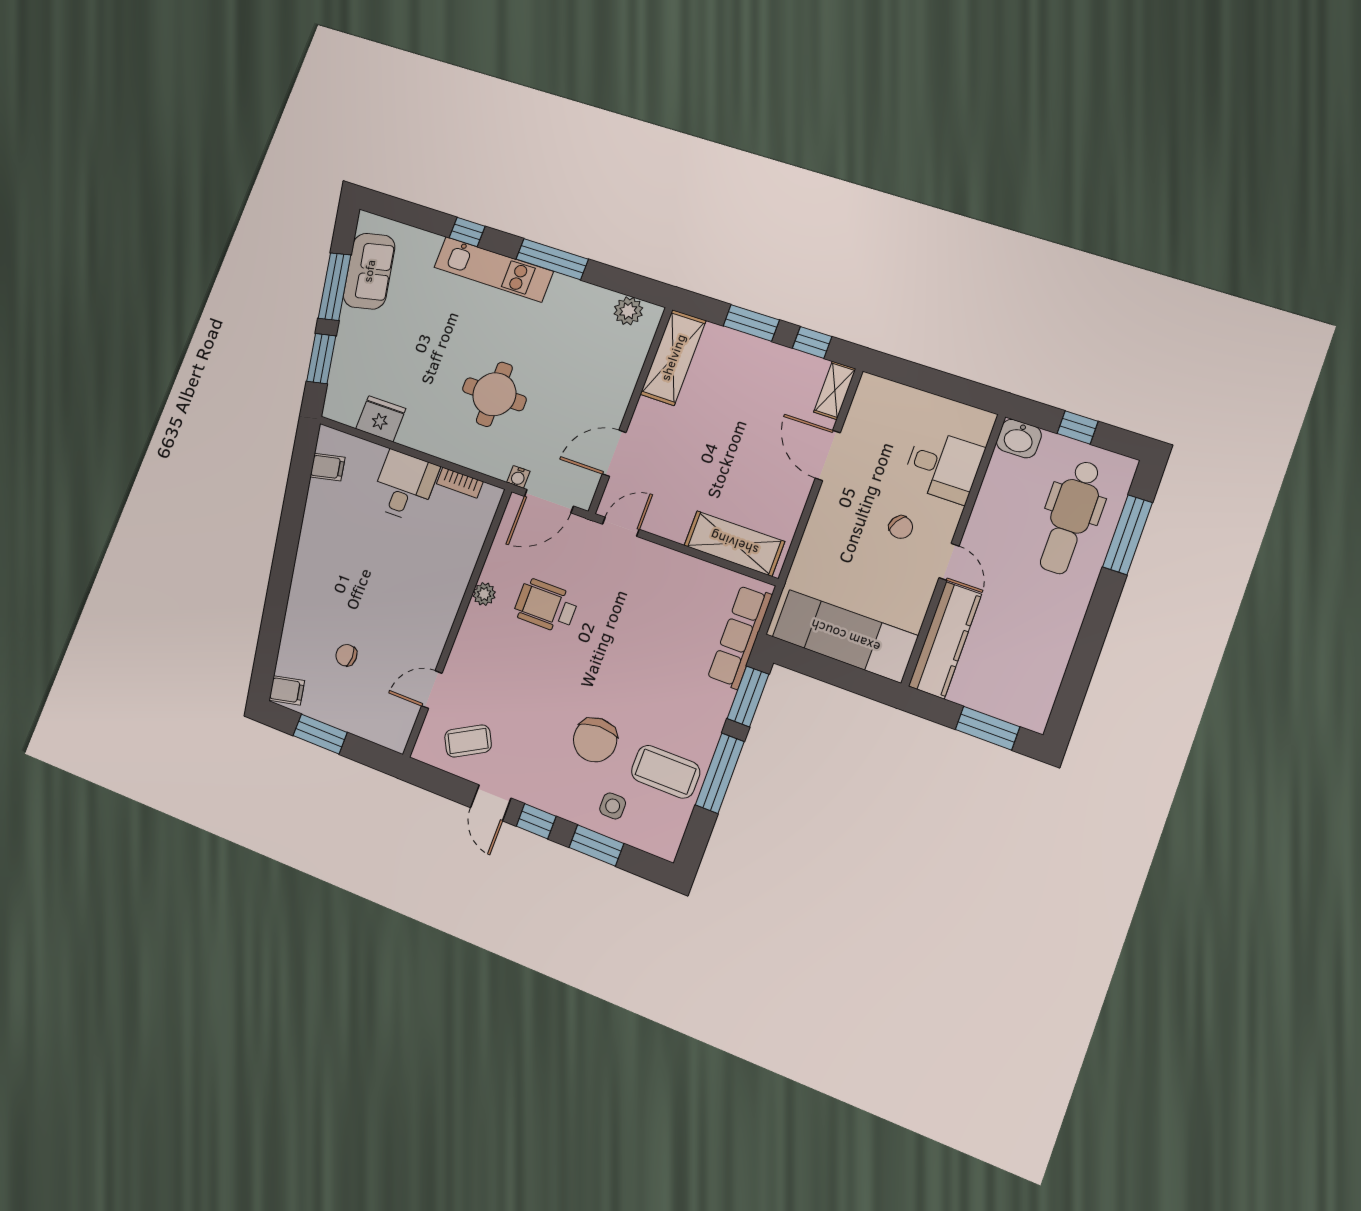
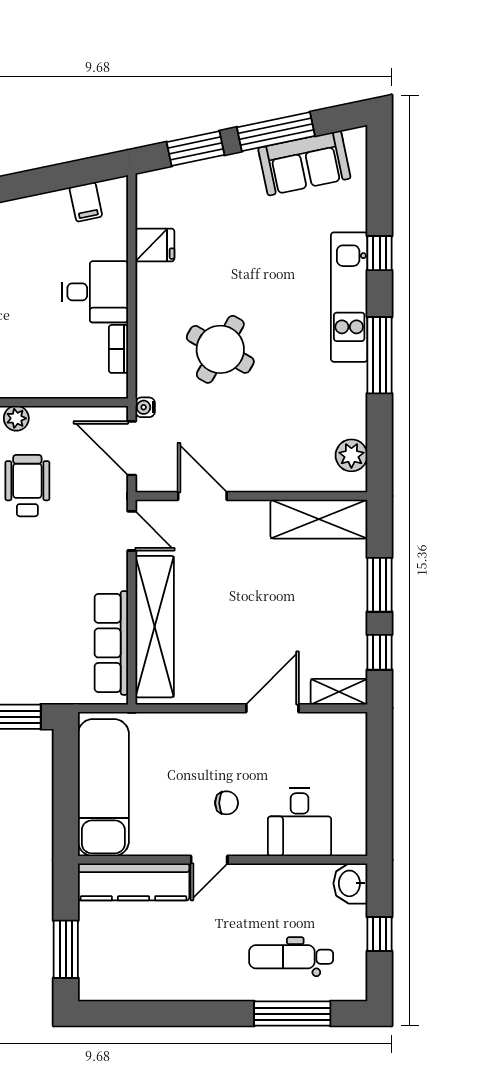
round table: (494, 394) -> (220, 349), turned 30
fridge: (381, 419) -> (155, 245), width x0.72
dental chair: (1071, 517) -> (291, 957), width x0.73, depth x0.72
chair: (901, 527) -> (227, 803), turned -121
shelving: (734, 543) -> (155, 627), width x1.47
row of seats: (740, 637) -> (111, 643), moved, turned -90

